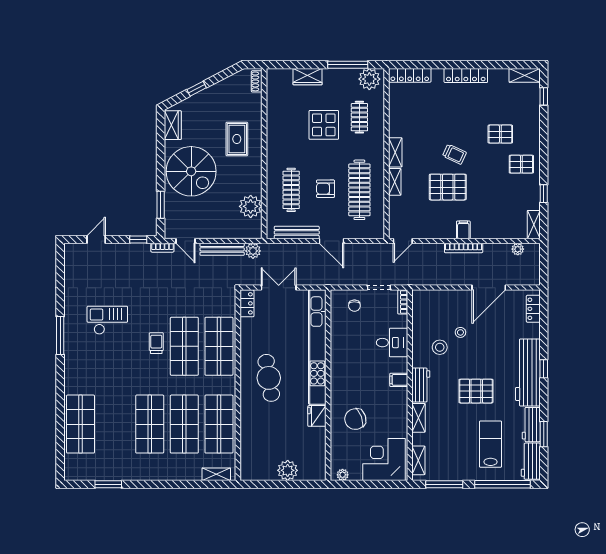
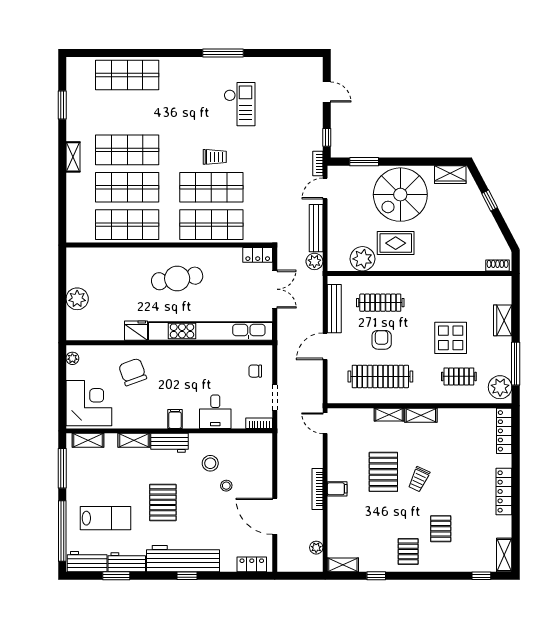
rug: (237, 139) -> (396, 243), moved
shelving: (216, 474) -> (73, 157), moved

